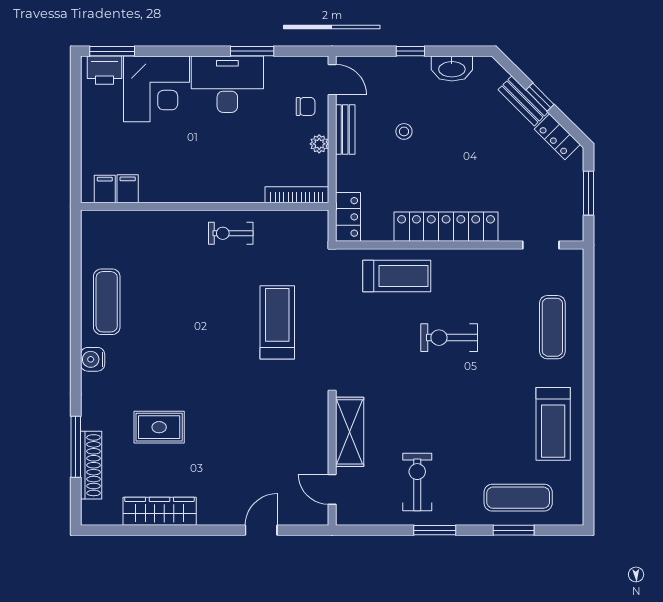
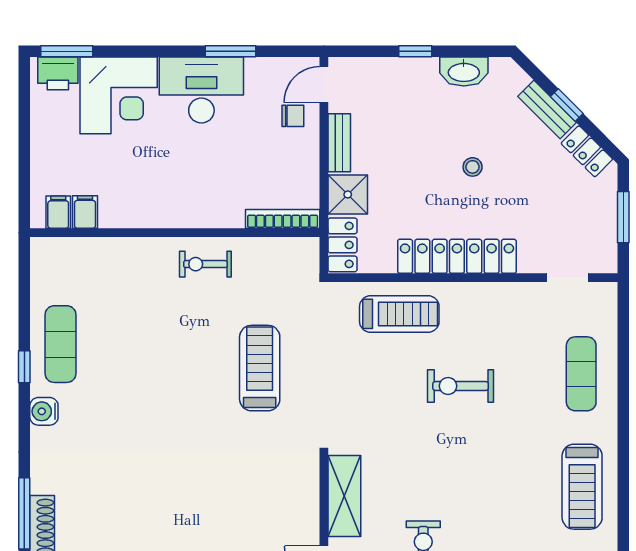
door: (332, 80) -> (324, 85), swing flipped
stool: (404, 131) -> (473, 167), moved
plant: (319, 144) -> (309, 160), removed
shower: (353, 174) -> (348, 194), added
window: (76, 321) -> (24, 367), added
rug: (159, 427) -> (122, 491), removed

